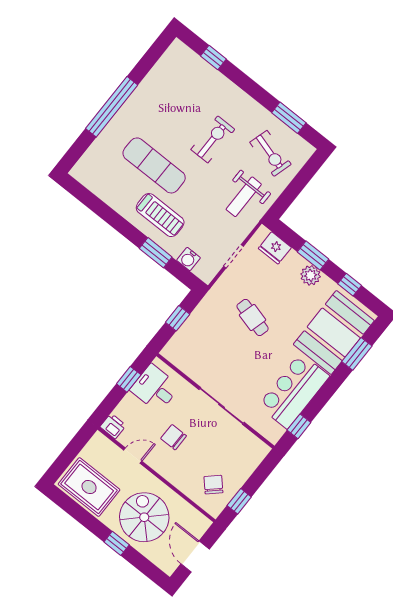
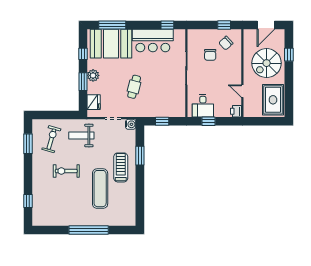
weight bench: (244, 197) -> (81, 135), turned 180
water cooler: (189, 259) -> (131, 124), moved
window: (357, 354) -> (112, 25), width x1.44
chair: (174, 437) -> (210, 55), moved
window: (117, 543) -> (289, 55), moved

